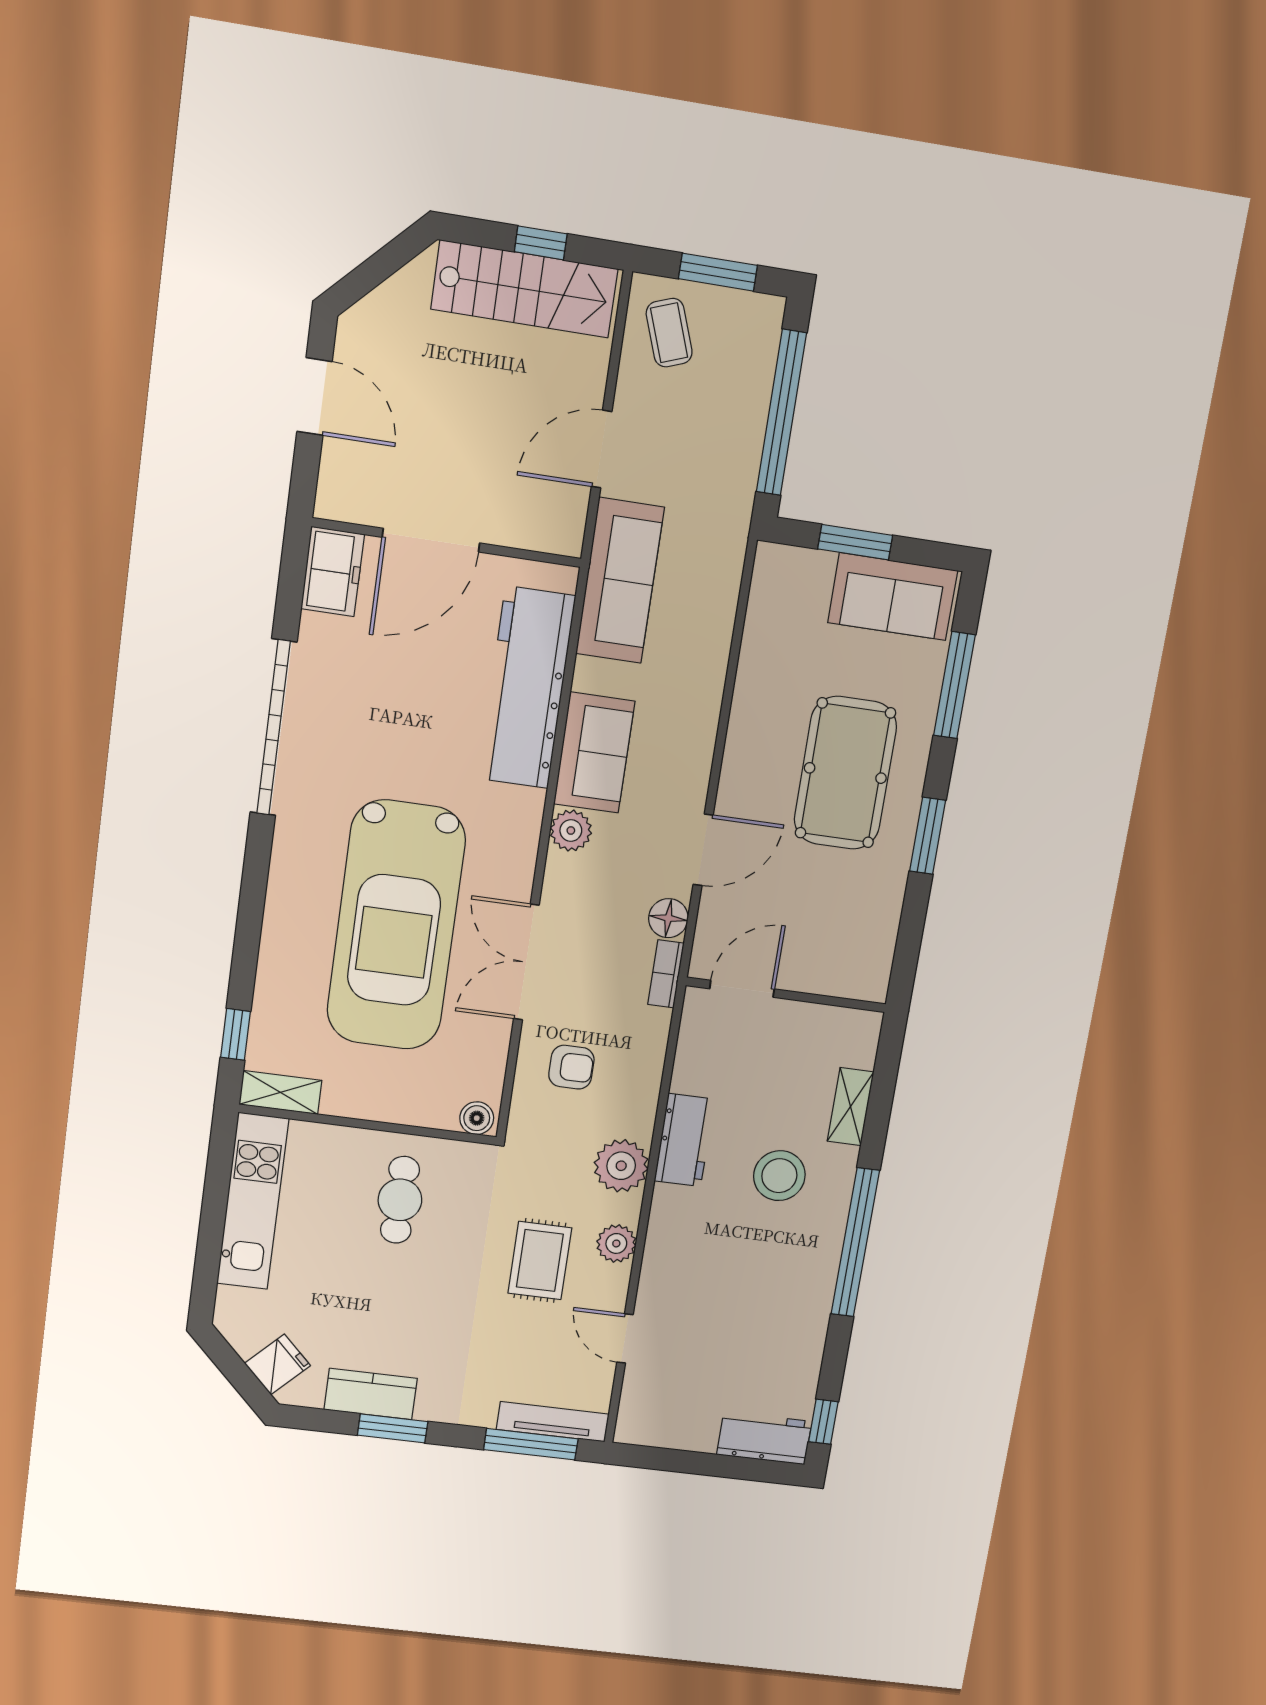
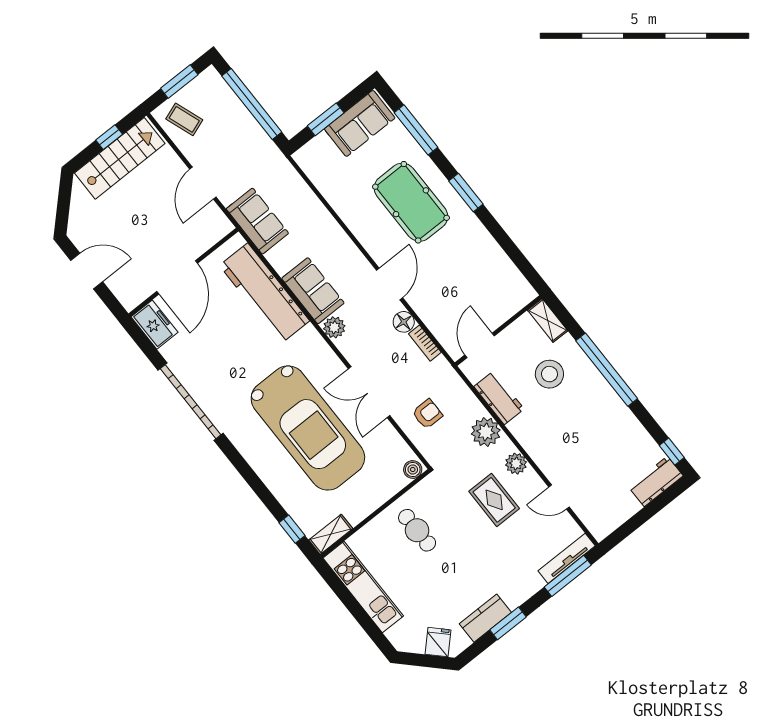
sofa: (620, 581) -> (257, 221), width x0.73
door: (742, 989) -> (480, 345), moved
wall: (786, 995) -> (498, 330), moved

